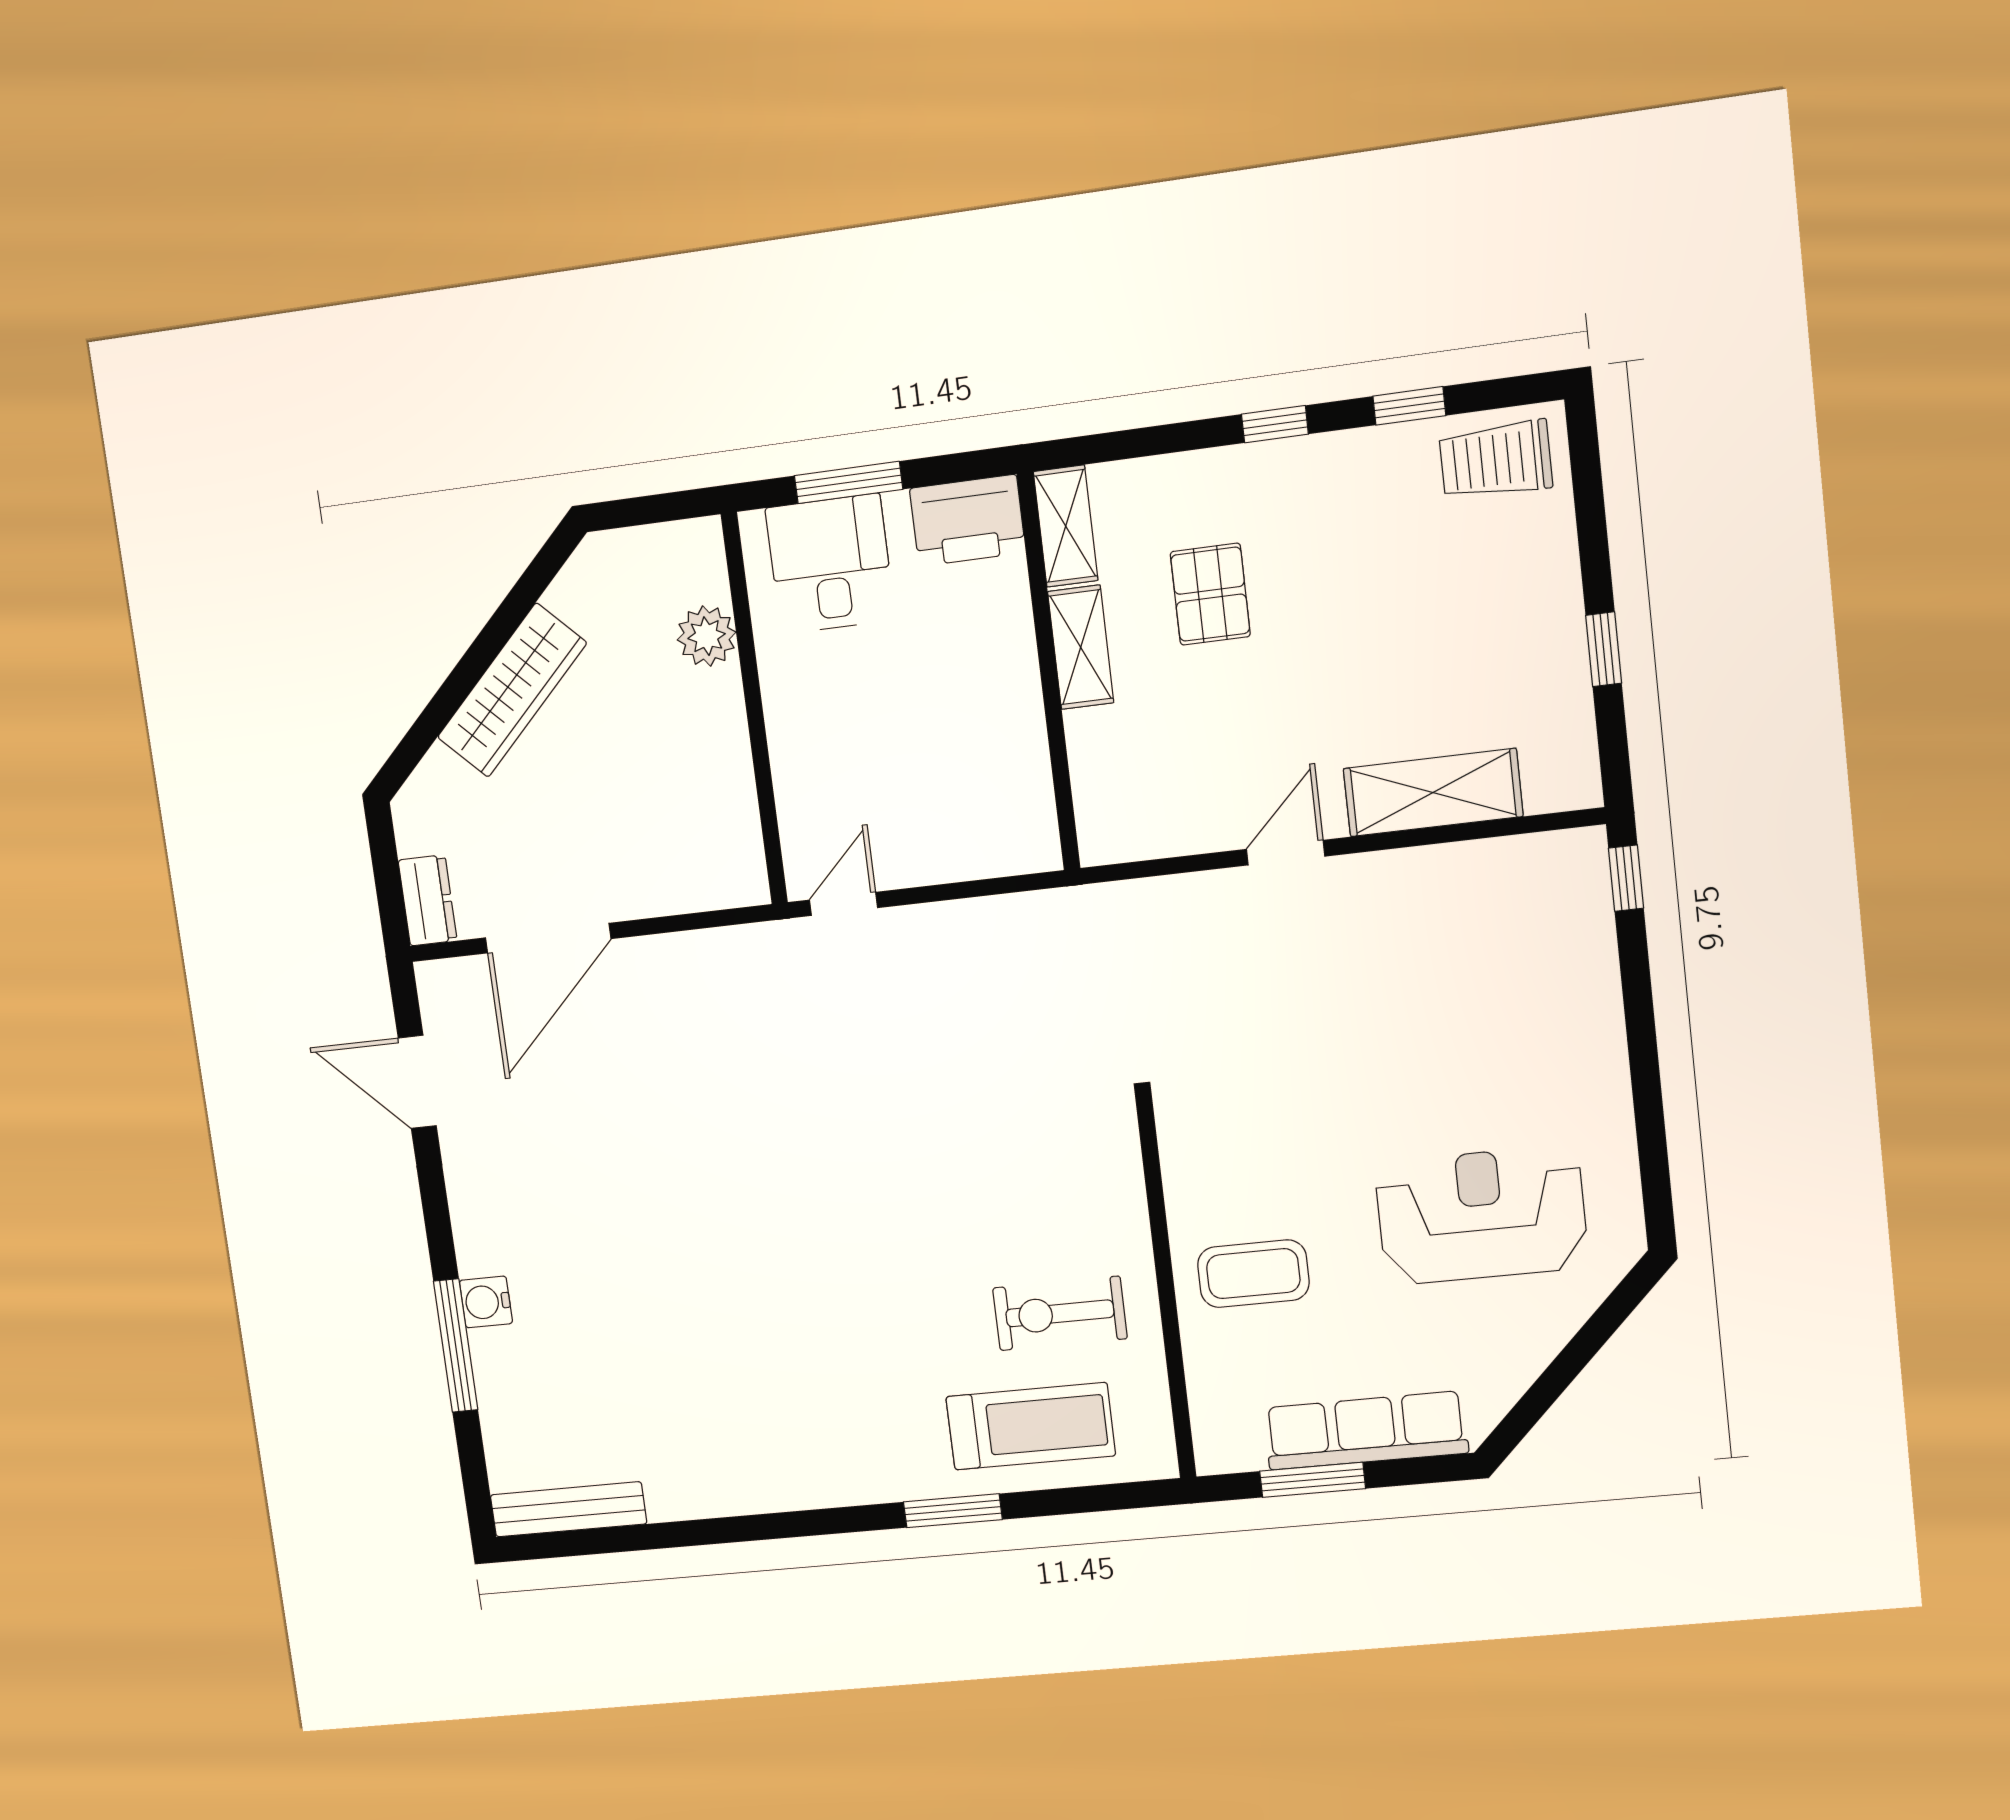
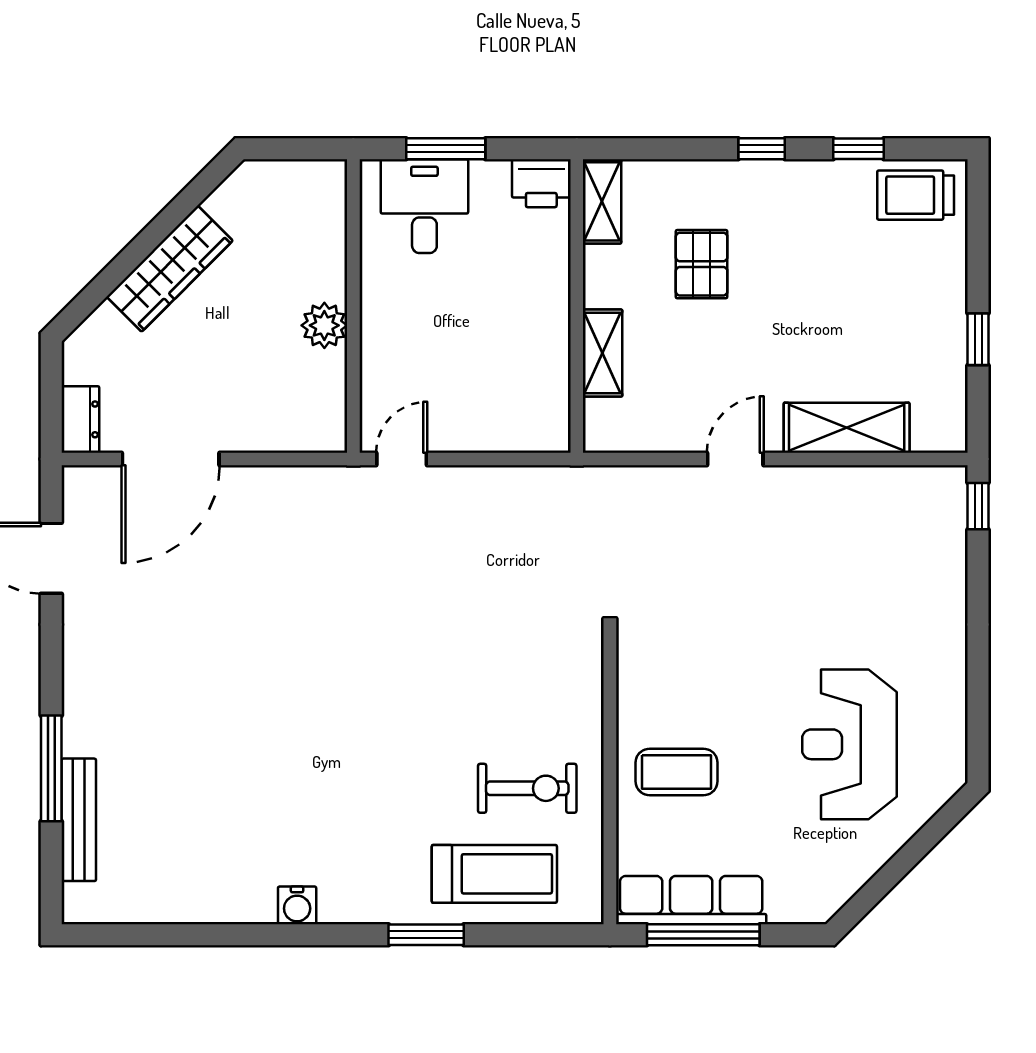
printer: (968, 520) -> (541, 183), width x0.73, depth x0.84
plant: (707, 636) -> (324, 325), moved
shelving: (1081, 647) -> (603, 353), moved
reception desk: (1481, 1215) -> (849, 744), turned -90
water cooler: (486, 1302) -> (297, 905), moved, turned -90
exercise bike: (1060, 1313) -> (527, 788), turned 180
row of seats: (1366, 1430) -> (691, 900), moved
window: (1313, 1480) -> (703, 935), width x1.44
bench: (568, 1509) -> (79, 820), moved, turned 90

